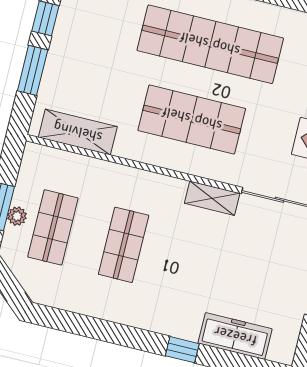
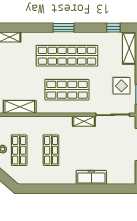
freezer: (235, 336) -> (91, 177), moved
window: (182, 350) -> (87, 189), removed

